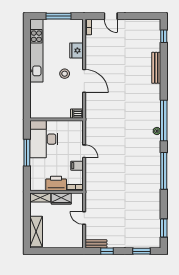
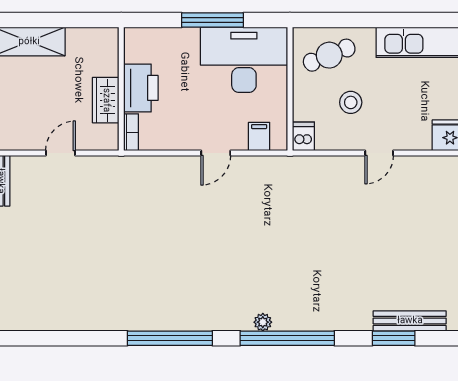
stool: (65, 74) -> (351, 102), moved
door: (84, 81) -> (379, 153), width x0.53
cafe table: (42, 102) -> (329, 55), added
filing cabinet: (77, 166) -> (259, 136), moved
shelving: (40, 198) -> (108, 51), removed
window: (164, 228) -> (394, 338), moved

